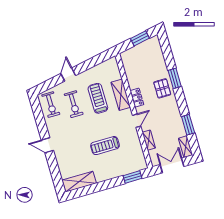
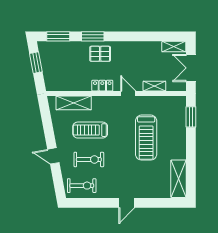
shelving: (121, 95) -> (74, 103), moved
window: (188, 125) -> (58, 36), moved
treadmill: (105, 146) -> (146, 138), width x1.37, depth x1.38

